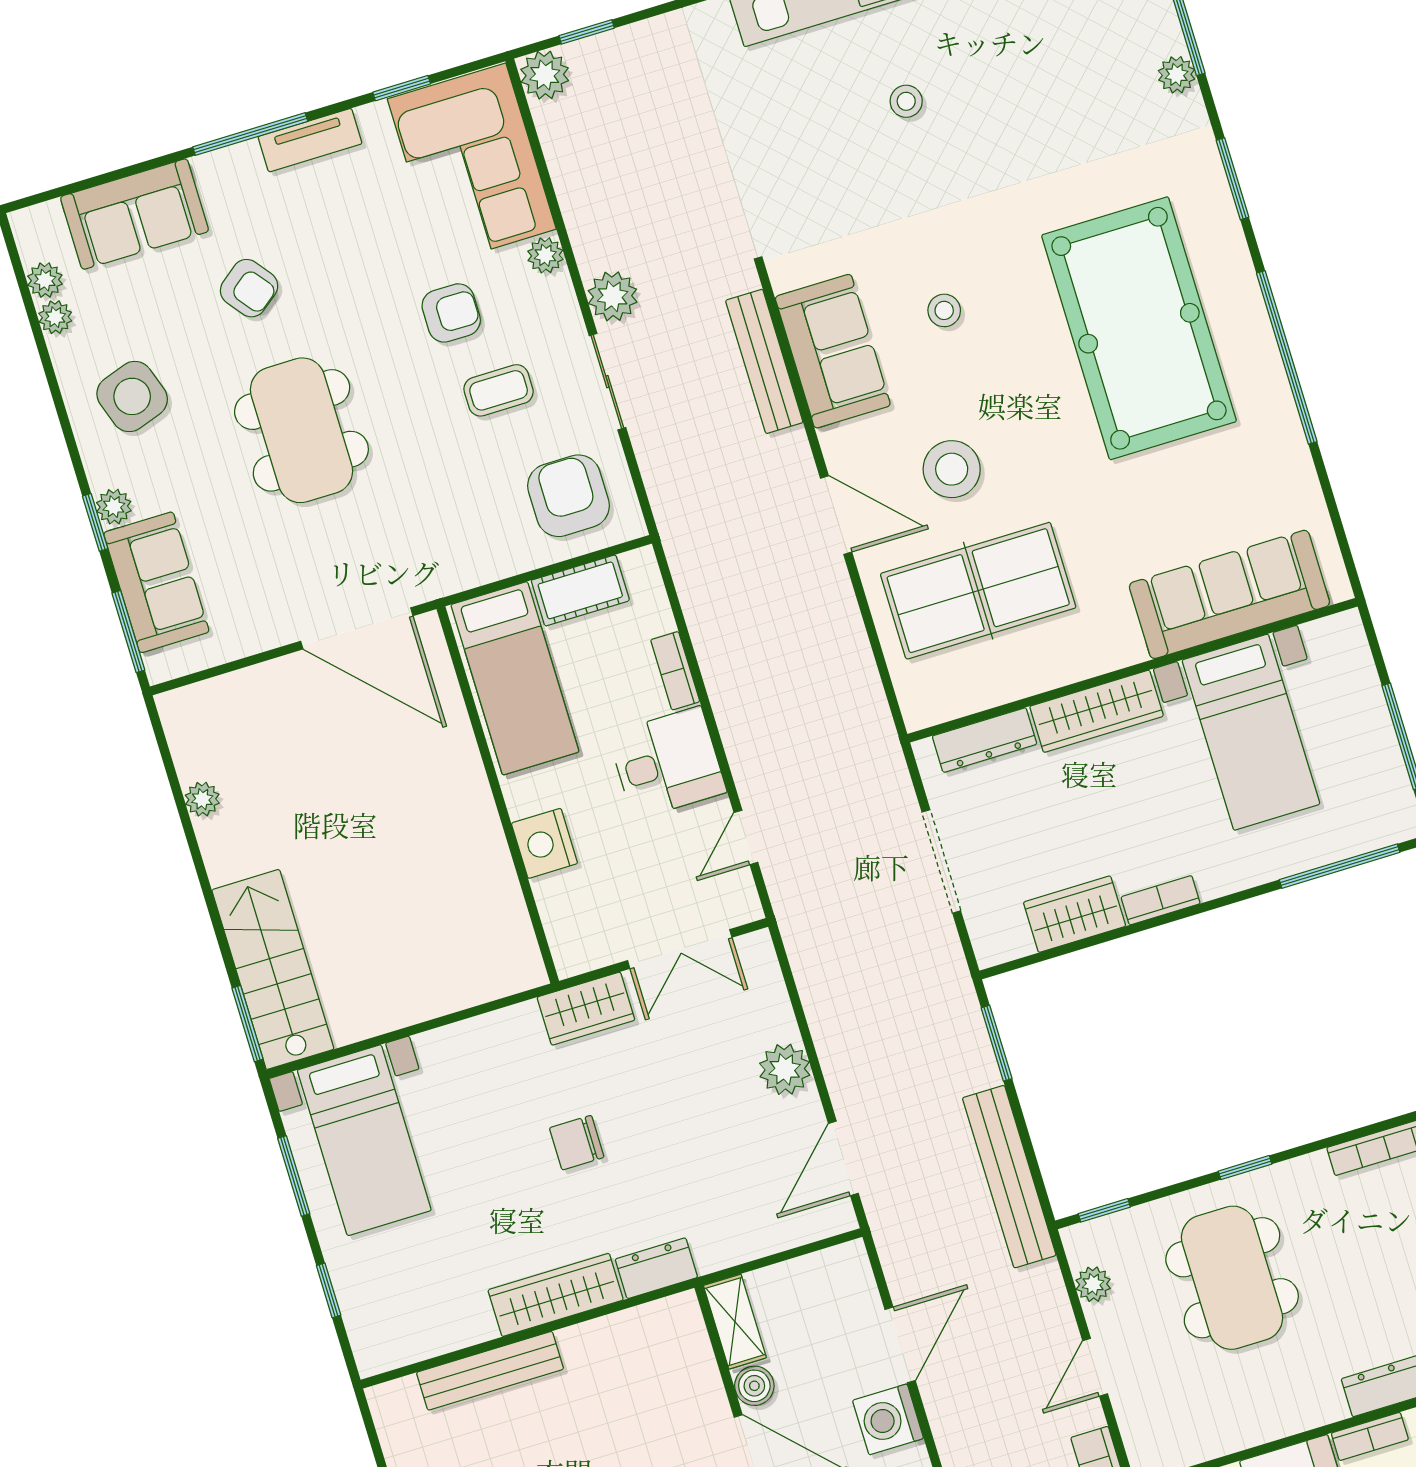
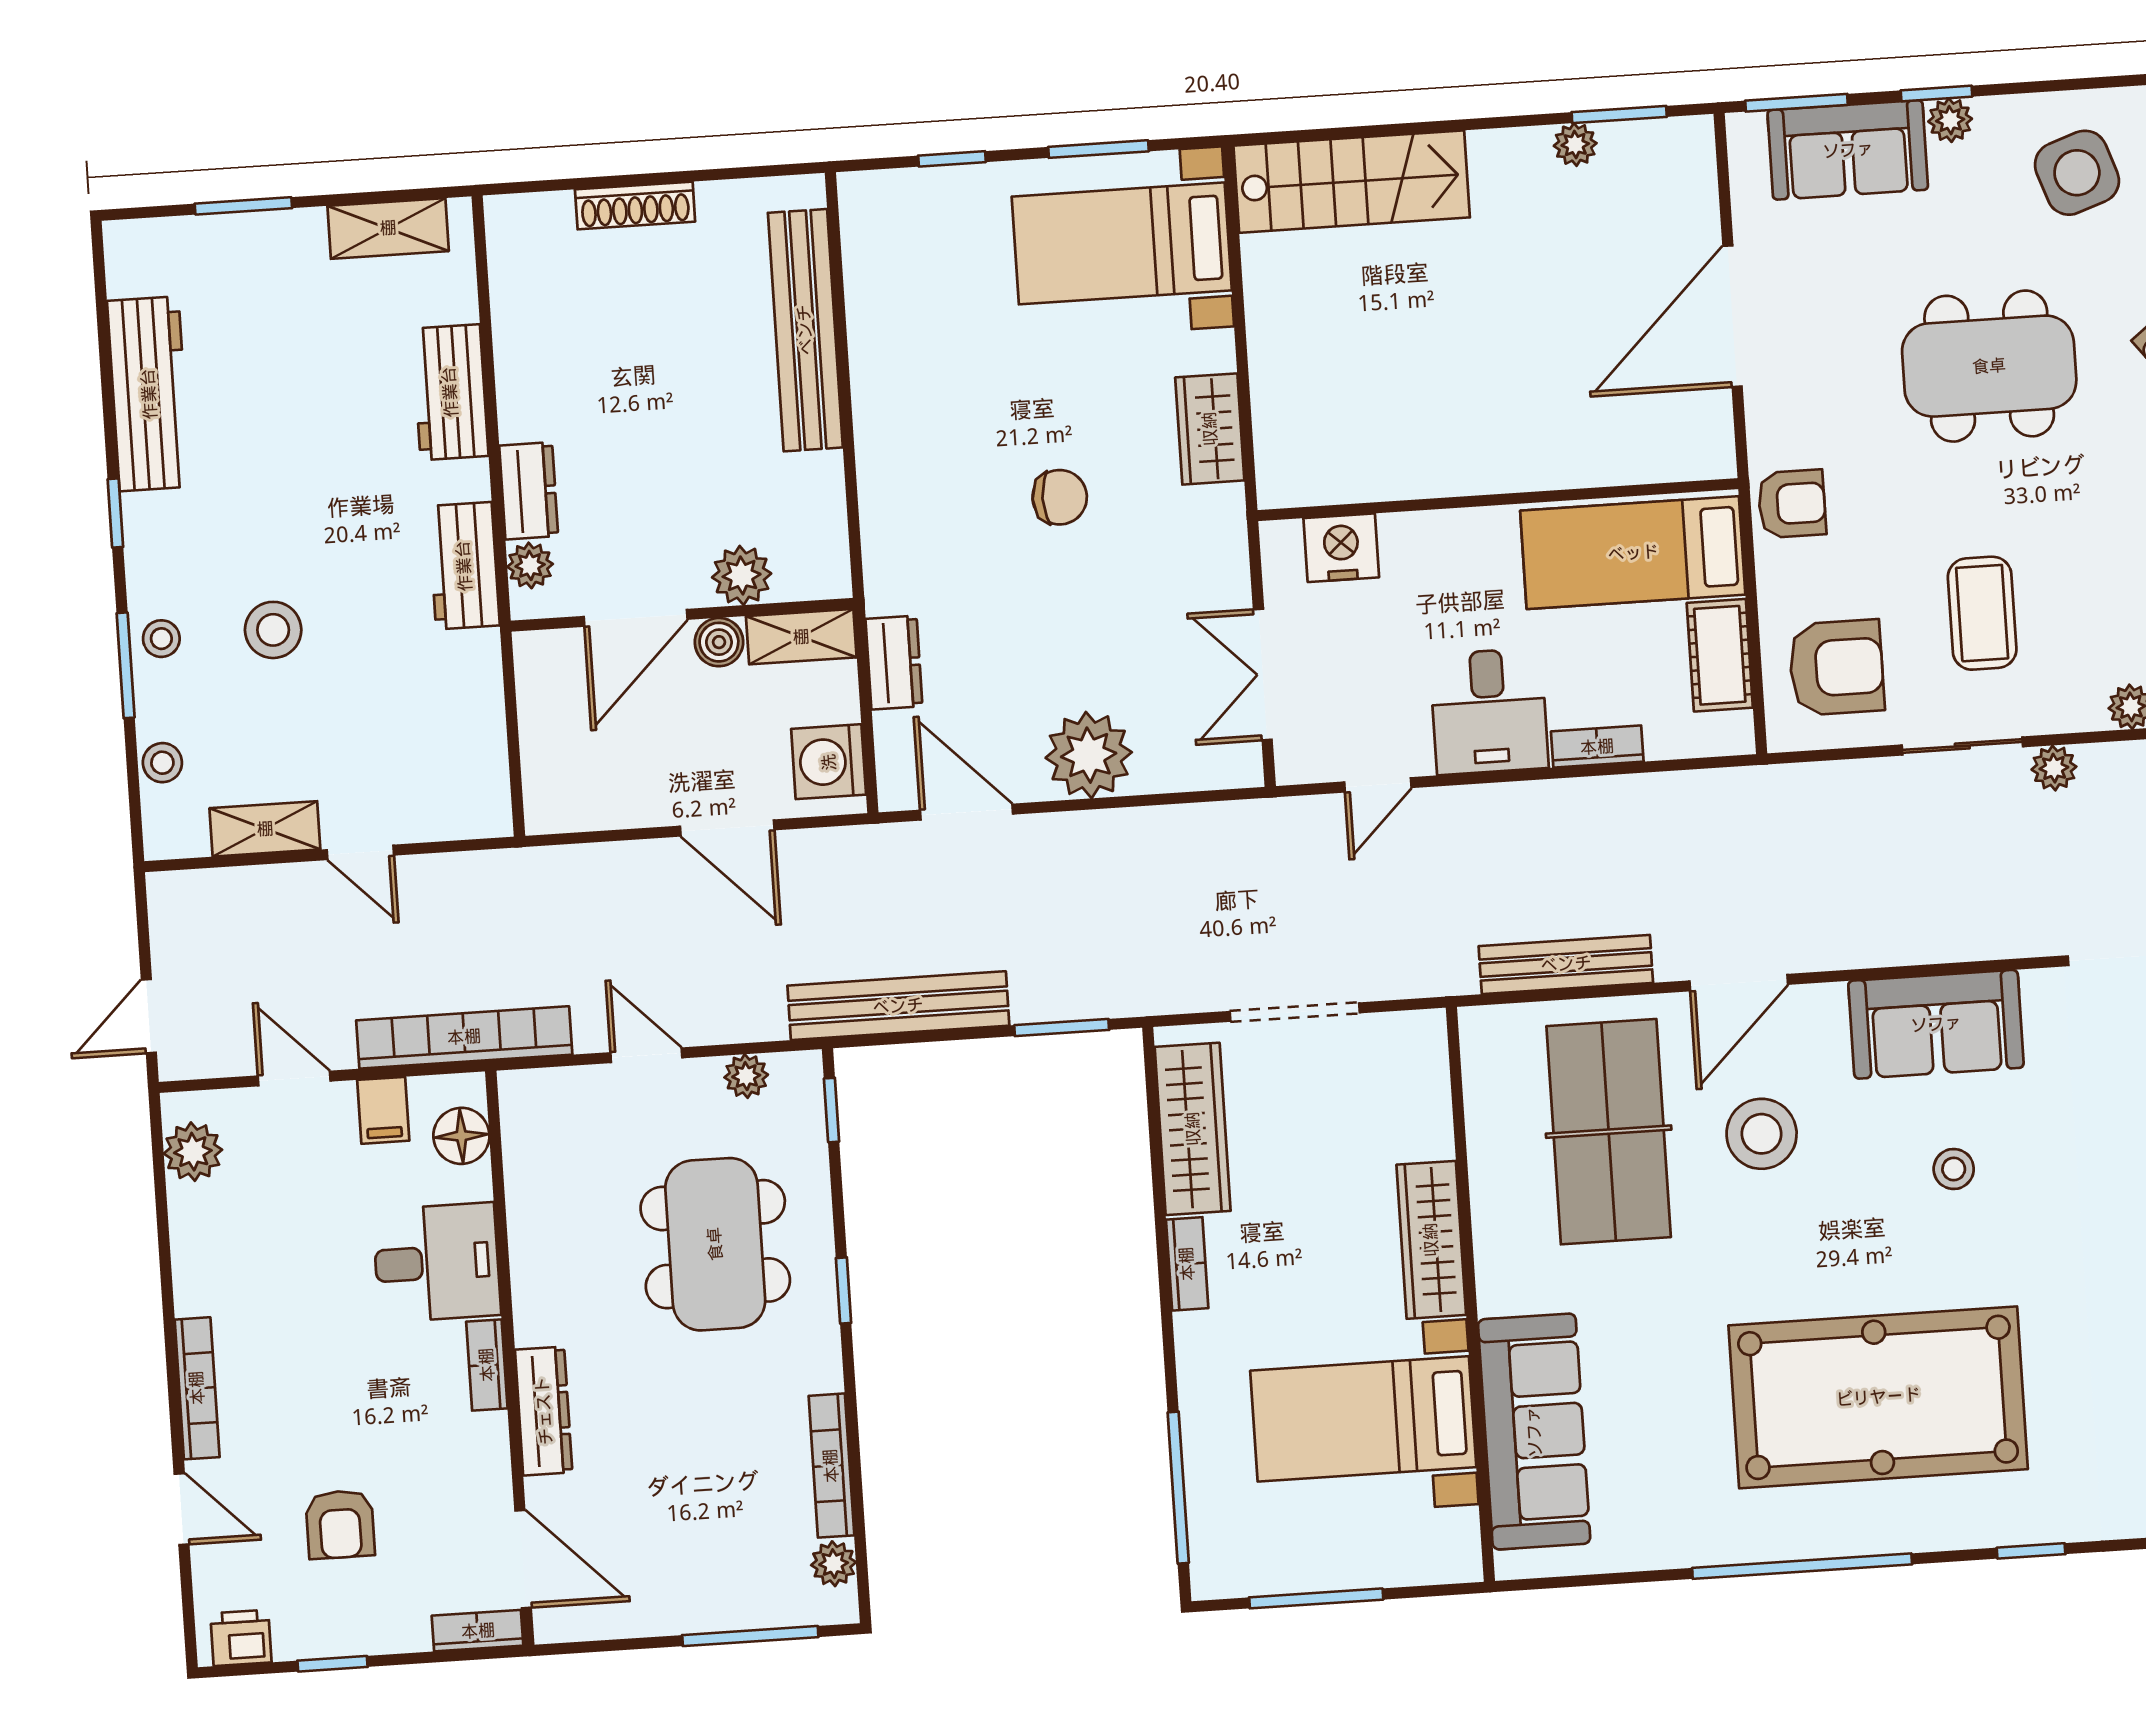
window: (1232, 179) -> (2031, 1551), width x0.67
plant: (613, 296) -> (2054, 768), width x0.73, depth x0.73
armchair: (451, 313) -> (1792, 504), moved, turned -90
bench: (764, 361) -> (1566, 964), moved
coffee table: (499, 390) -> (1982, 613), width x1.36, depth x1.30
door: (357, 628) -> (1733, 316), moved
dresser: (985, 740) -> (1428, 1098), removed
door: (746, 837) -> (1378, 785), swing flipped
nightstand: (544, 843) -> (1341, 548), moved
wardrobe: (1075, 914) -> (1193, 1129), width x1.50
wardrobe: (586, 1009) -> (1210, 429), moved
window: (247, 1024) -> (1619, 115), moved
plant: (785, 1069) -> (1089, 755), width x1.36, depth x1.36
chair: (577, 1143) -> (1060, 497), turned 90
dresser: (656, 1268) -> (894, 663), moved
dining table: (1232, 1278) -> (715, 1244), turned 90
wardrobe: (556, 1295) -> (883, 429), removed
bench: (490, 1371) -> (805, 330), width x1.37, depth x1.21
plant: (697, 1380) -> (742, 575), added
washing machine: (888, 1419) -> (829, 762), moved, turned -90

